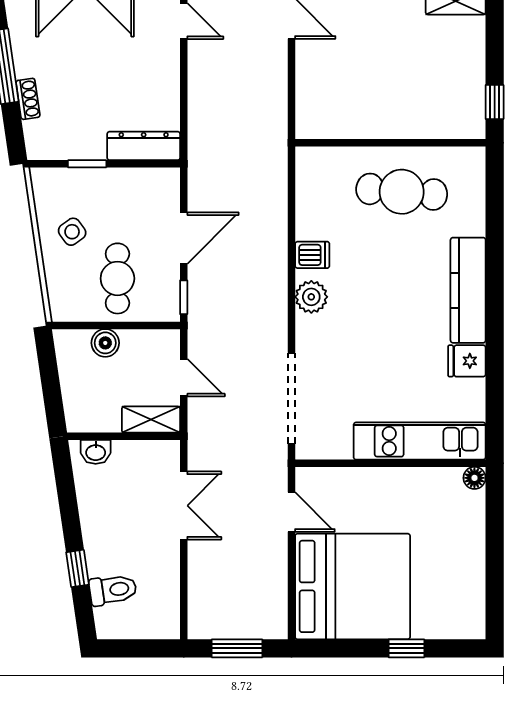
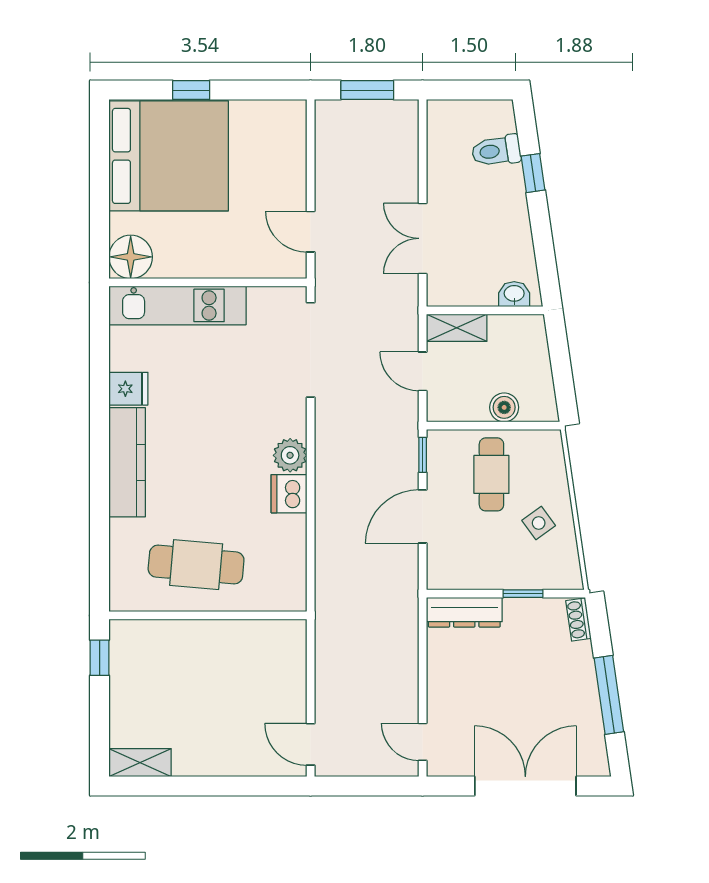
shoe rack: (28, 99) -> (578, 619), moved
dishwasher: (312, 255) -> (289, 494), width x1.38
floor lamp: (474, 478) -> (131, 257), width x1.89, depth x1.89
bed: (353, 586) -> (169, 156), moved, turned 180

